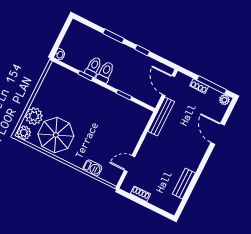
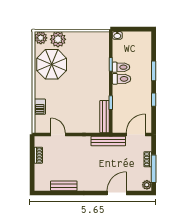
bench: (135, 108) -> (104, 117), added

